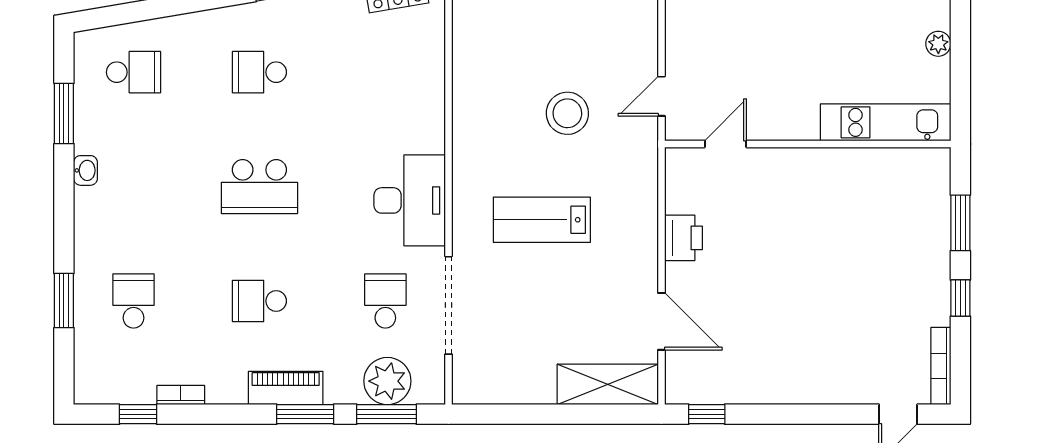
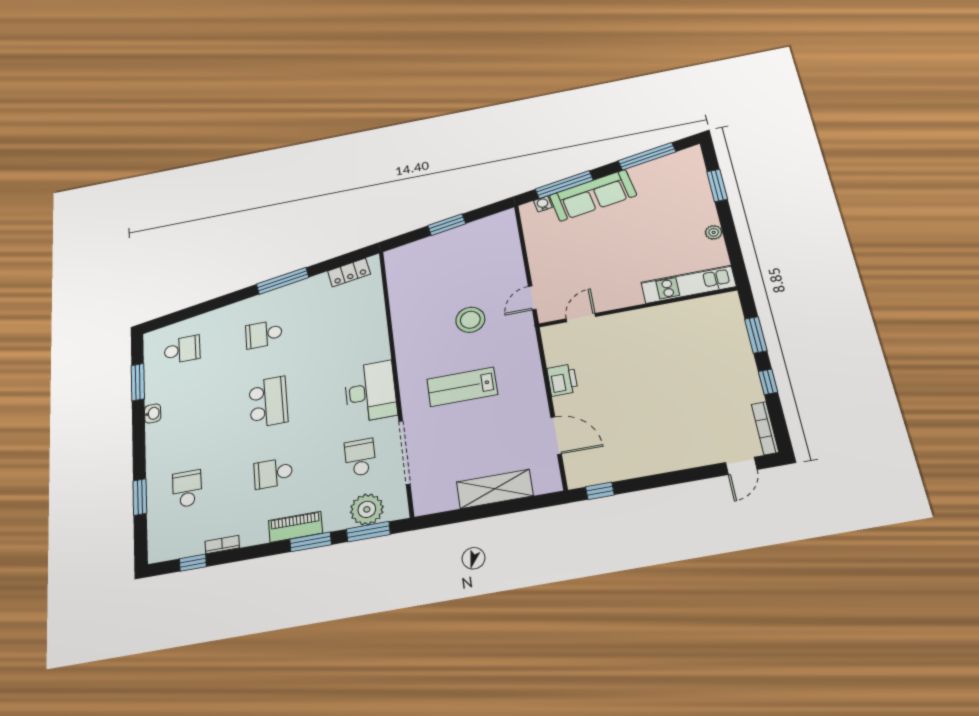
school desk: (259, 187) -> (268, 402), turned -90
shelving: (608, 384) -> (495, 489), moved

